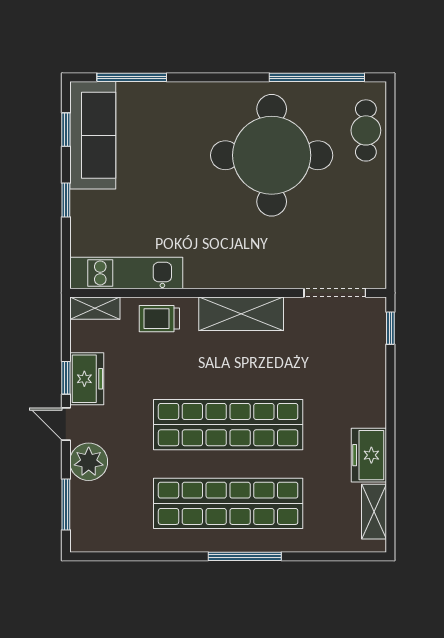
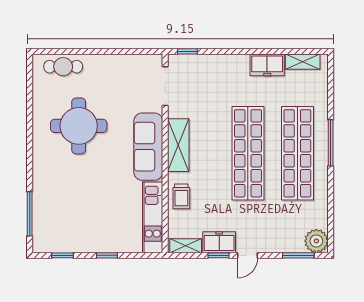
window: (317, 77) -> (30, 97), removed
sofa: (93, 135) -> (148, 147), moved, turned -90
round table: (272, 155) -> (79, 126), width x0.73, depth x0.73
shelving: (95, 308) -> (186, 246), moved, turned 90
plant: (89, 462) -> (316, 241), moved

